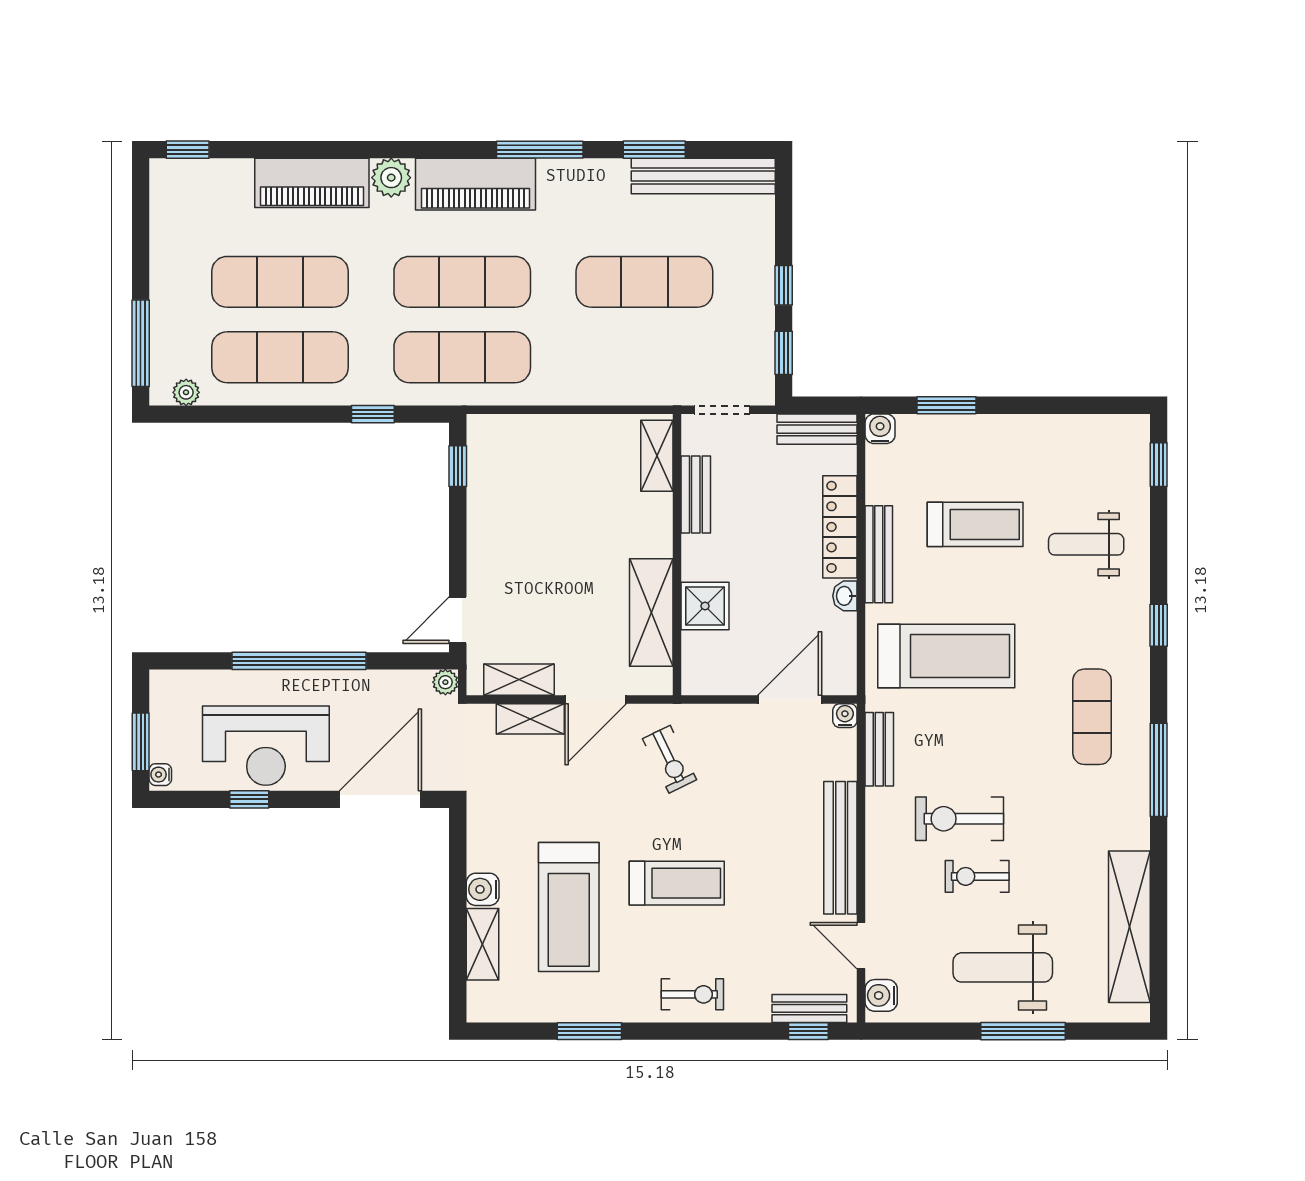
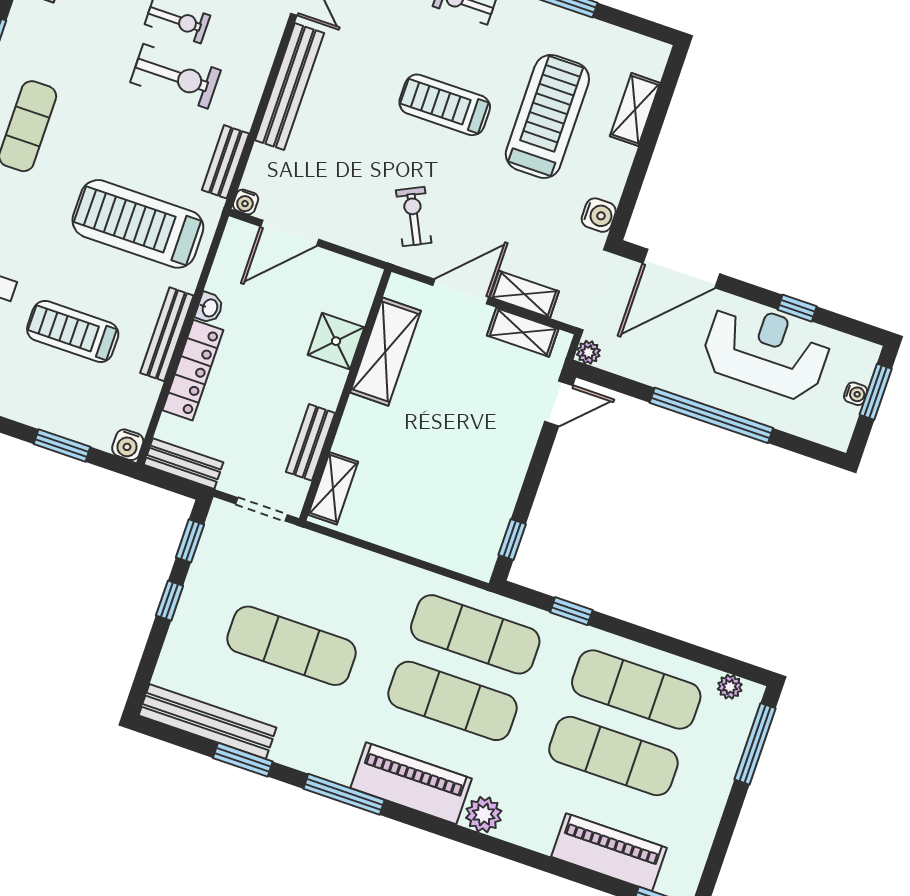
piano: (312, 183) -> (609, 852), moved
water cooler: (160, 775) -> (856, 394), moved
water cooler: (483, 889) -> (599, 215), moved

